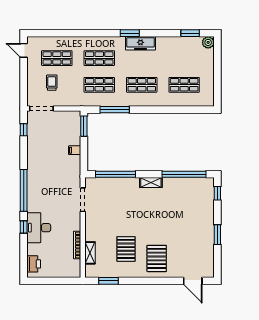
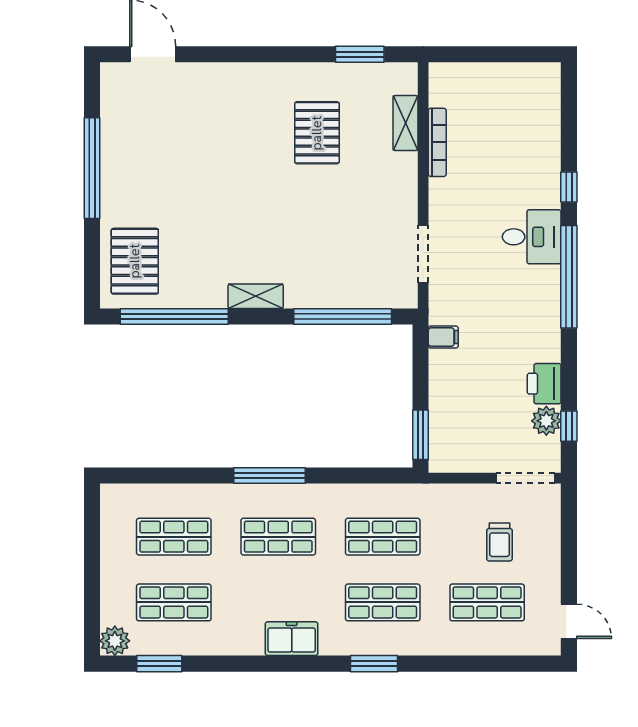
window: (130, 33) -> (374, 664), moved
freezer: (141, 43) -> (292, 639), width x0.71
shop shelf: (184, 58) -> (174, 602), added
window: (115, 110) -> (270, 475), moved
plant: (33, 132) -> (546, 421), added
filing cabinet: (75, 150) -> (443, 337), moved
window: (217, 193) -> (92, 270), removed
desk: (39, 228) -> (532, 237), moved, width x0.73
window: (217, 235) -> (92, 168), width x2.11
pallet: (157, 258) -> (135, 261), moved
printer: (34, 264) -> (544, 384), moved

